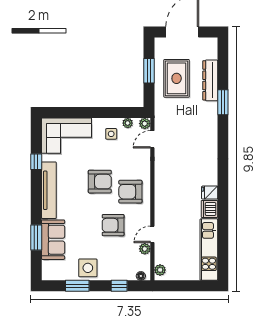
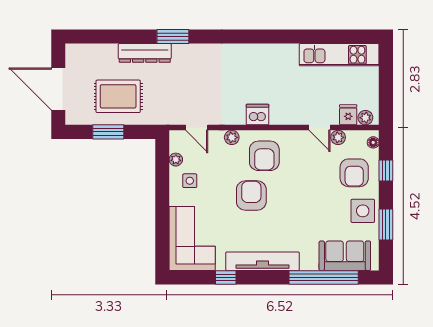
dresser: (210, 80) -> (145, 53), moved
window: (223, 102) -> (173, 37), moved
plant: (145, 124) -> (232, 137), moved
fridge: (210, 193) -> (348, 115), moved, turned 180
dishwasher: (209, 209) -> (258, 114), moved, turned 180
armchair: (113, 225) -> (354, 173), moved
window: (36, 238) -> (324, 278), width x2.11
sofa: (53, 240) -> (345, 256), moved

